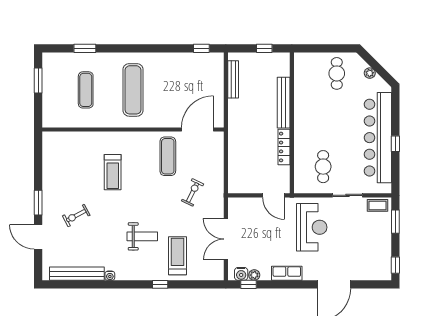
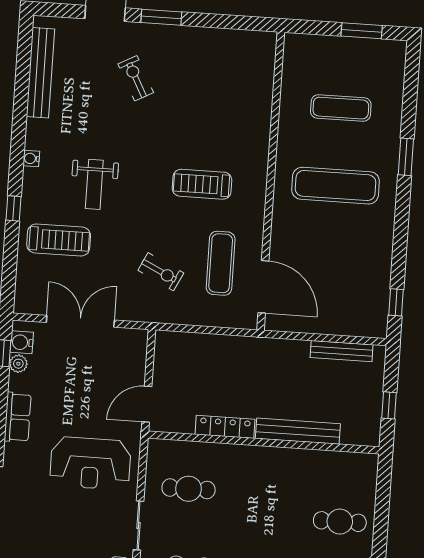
window: (85, 48) -> (406, 157), moved
exercise mat: (168, 156) -> (221, 263), moved, turned 90
treadmill: (113, 172) -> (202, 184), moved
water cooler: (110, 276) -> (31, 158), moved

